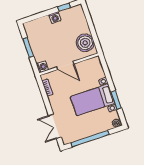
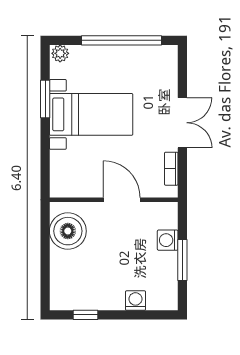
washing machine: (55, 17) -> (135, 301), moved
washing machine: (42, 67) -> (168, 240), moved
double door: (55, 126) -> (182, 123), moved

